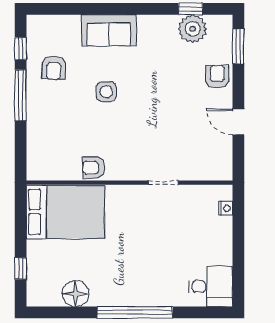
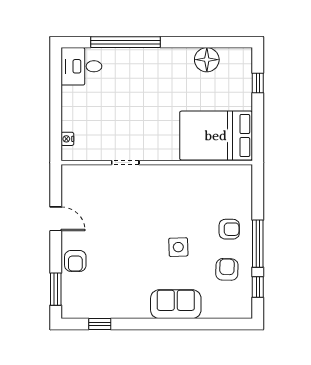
plant: (193, 29) -> (98, 305), removed
armchair: (94, 168) -> (229, 229), moved
window: (135, 312) -> (125, 42), moved

